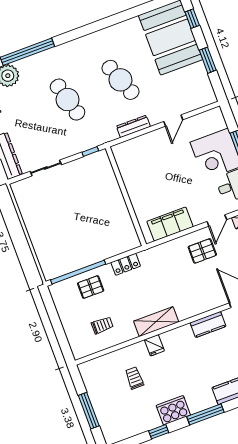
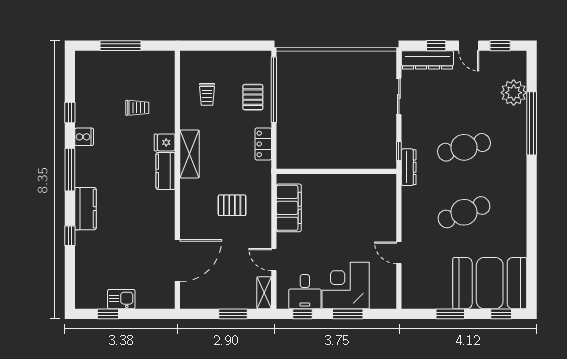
dresser: (133, 126) -> (409, 167), moved
pallet: (202, 251) -> (232, 205), moved, turned 90
kitchen counter: (208, 325) -> (165, 171), moved
cooker: (173, 410) -> (84, 137), width x0.53, depth x0.76

